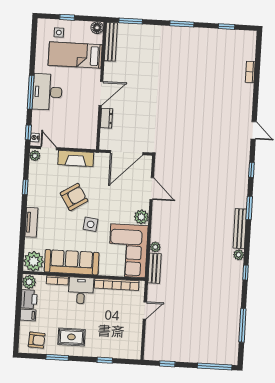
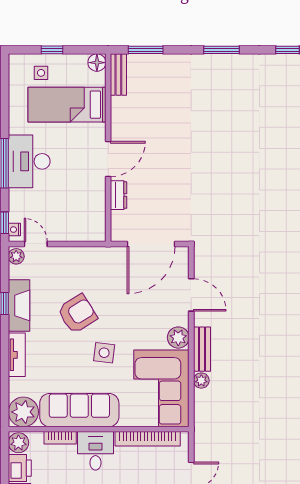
bench: (111, 42) -> (118, 75), width x0.73
fireplace: (76, 158) -> (19, 305), moved, turned -90
bench: (155, 268) -> (202, 349), moved

